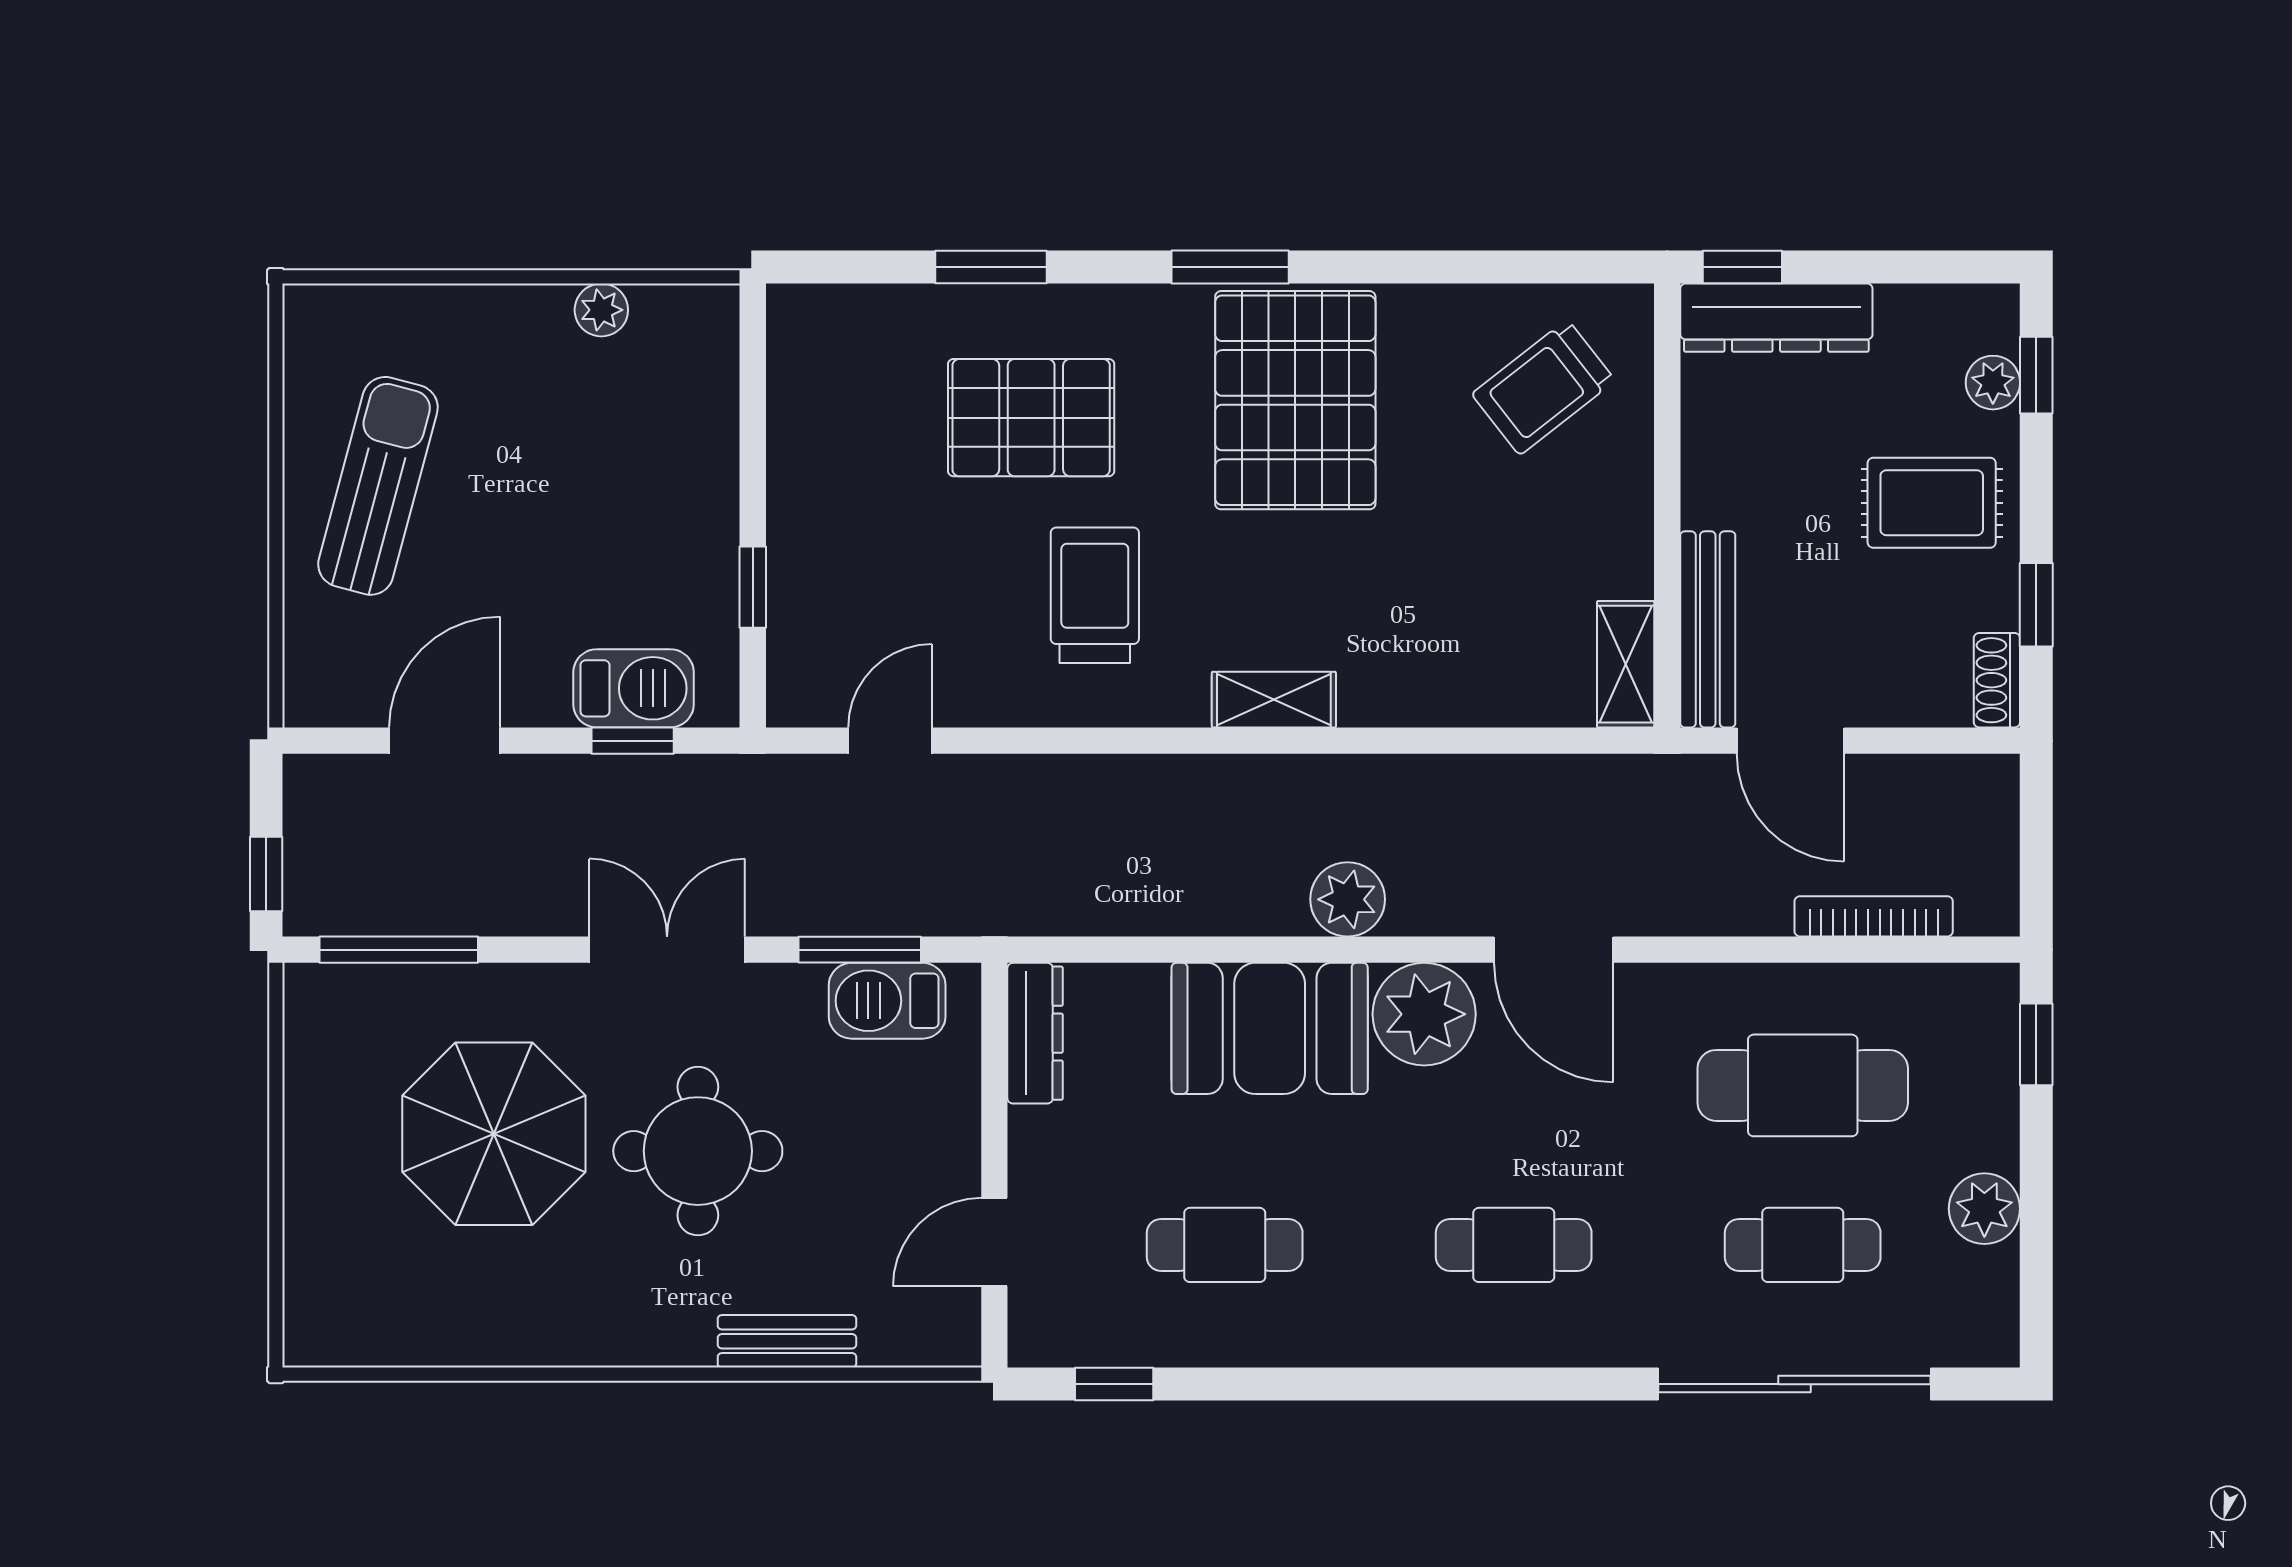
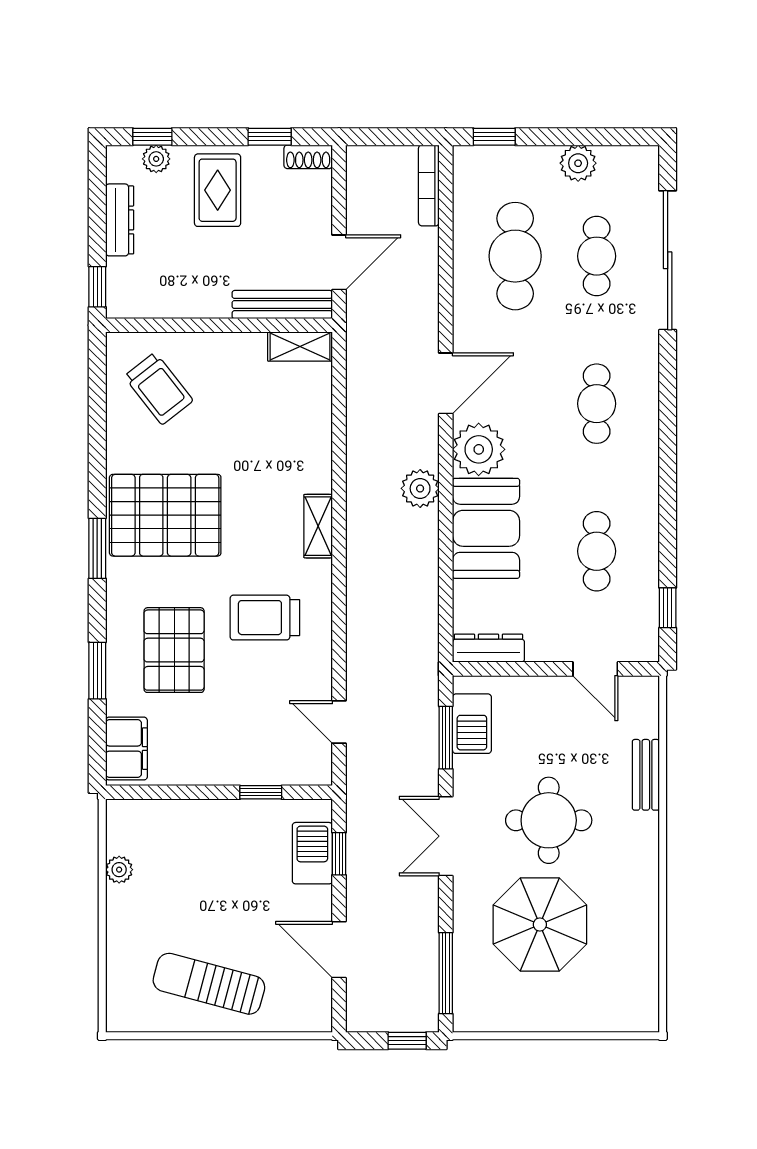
dresser: (1776, 318) -> (120, 220), moved, width x0.73, depth x0.80
filing cabinet: (838, 324) -> (126, 749), added
bookcase: (1874, 916) -> (429, 185), moved

